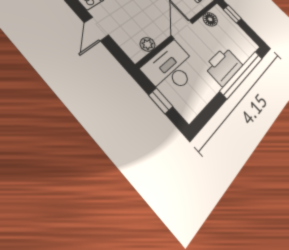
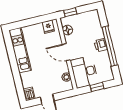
printer: (224, 66) -> (101, 45), width x0.53, depth x0.68
window: (242, 74) -> (110, 46), moved

